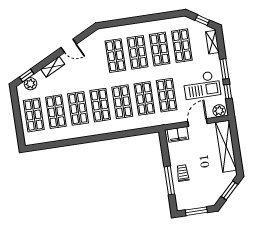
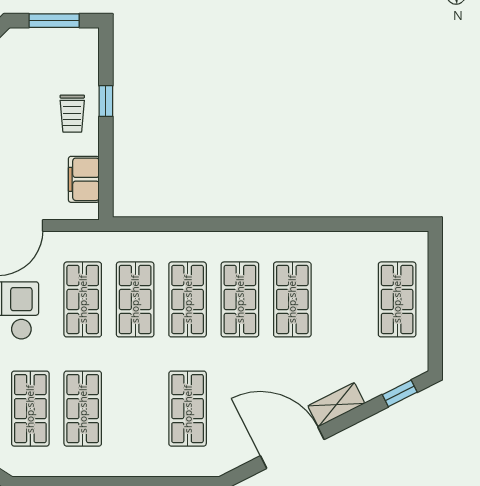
door: (69, 46) -> (292, 448), width x1.87
shop shelf: (138, 52) -> (135, 409), removed
plant: (31, 84) -> (394, 373), removed
shop shelf: (56, 112) -> (345, 299), removed
filing cabinet: (178, 134) -> (84, 179), moved, turned -90
window: (169, 180) -> (106, 101), width x0.46

